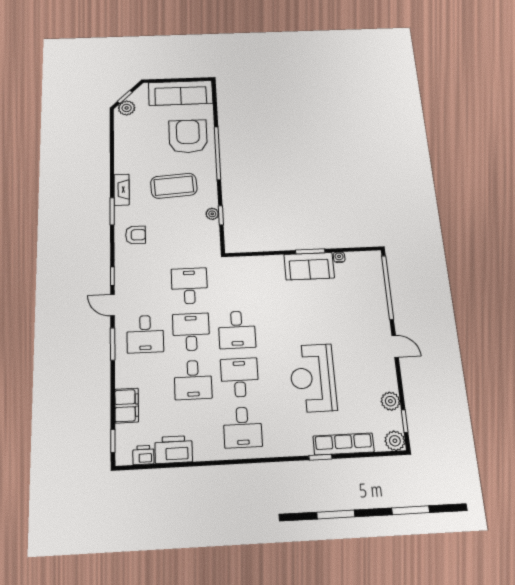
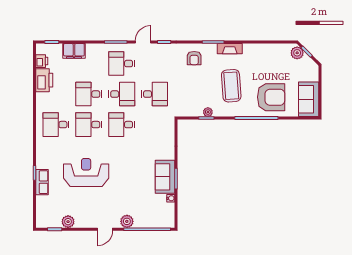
sofa: (181, 93) -> (309, 99), width x0.73
desk: (240, 377) -> (89, 125), turned 180
plant: (395, 441) -> (127, 221), moved
row of seats: (344, 444) -> (42, 182), width x0.68

